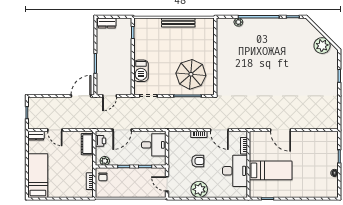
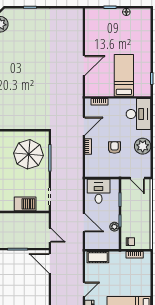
printer: (100, 141) -> (95, 244), removed
plant: (105, 161) -> (114, 227), moved
desk: (235, 171) -> (138, 114), moved, turned 90
door: (167, 184) -> (137, 178), hinge flipped

